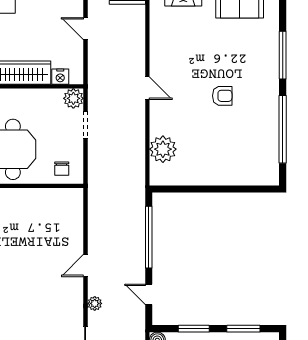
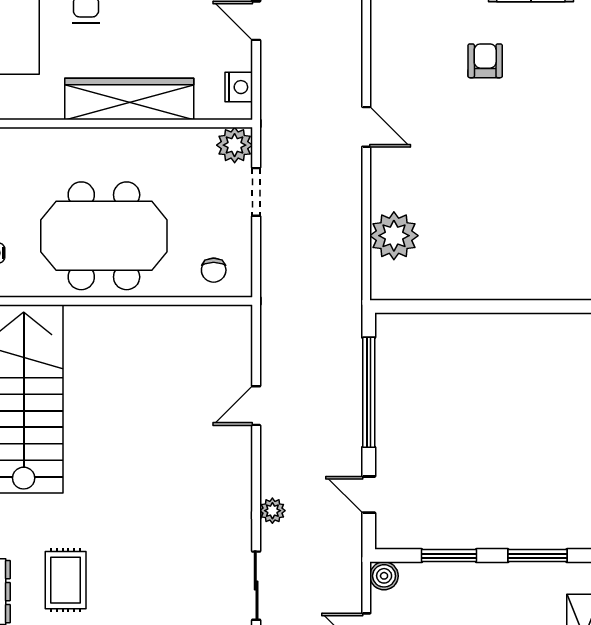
nightstand: (60, 77) -> (239, 87), moved, turned -90
armchair: (222, 96) -> (485, 61), moved, turned -90
door: (86, 266) -> (256, 406), moved

